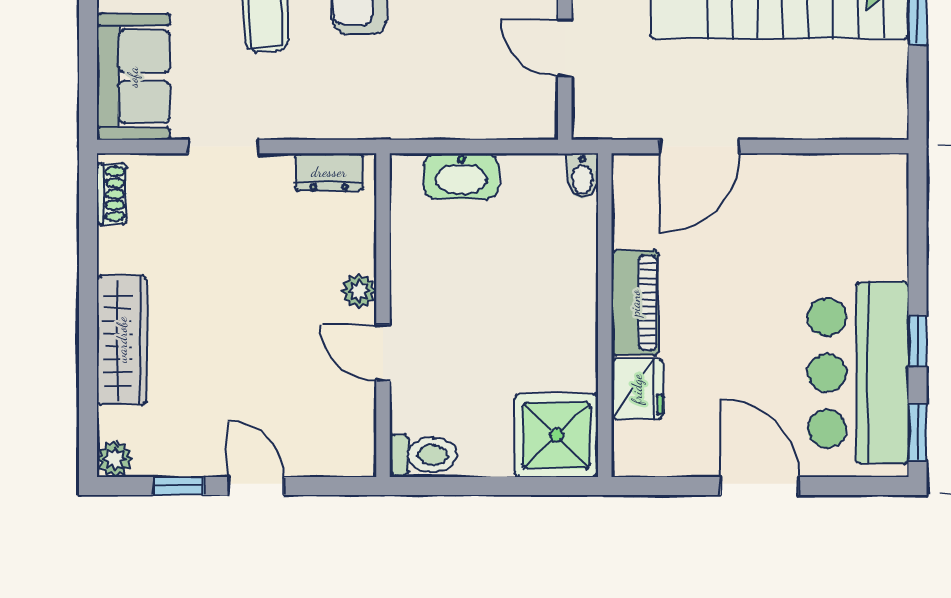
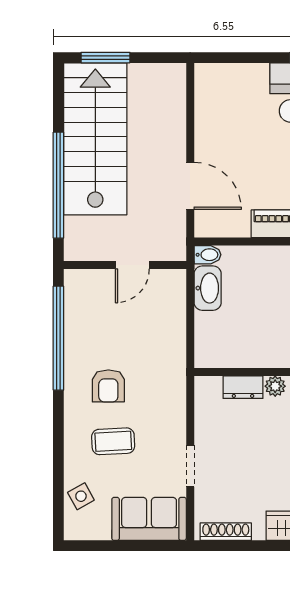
dresser: (329, 172) -> (243, 387), moved, turned 90
washbasin: (461, 176) -> (208, 288), moved
shoe rack: (112, 194) -> (226, 532), width x1.43

